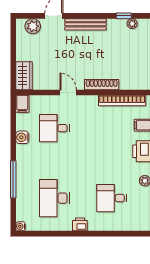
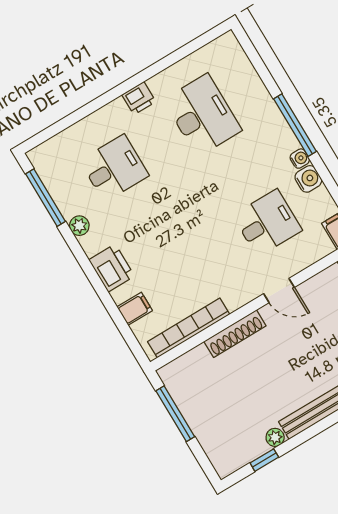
plant: (132, 24) -> (275, 437), moved
window: (13, 179) -> (295, 125), moved
water cooler: (21, 226) -> (300, 159), moved

